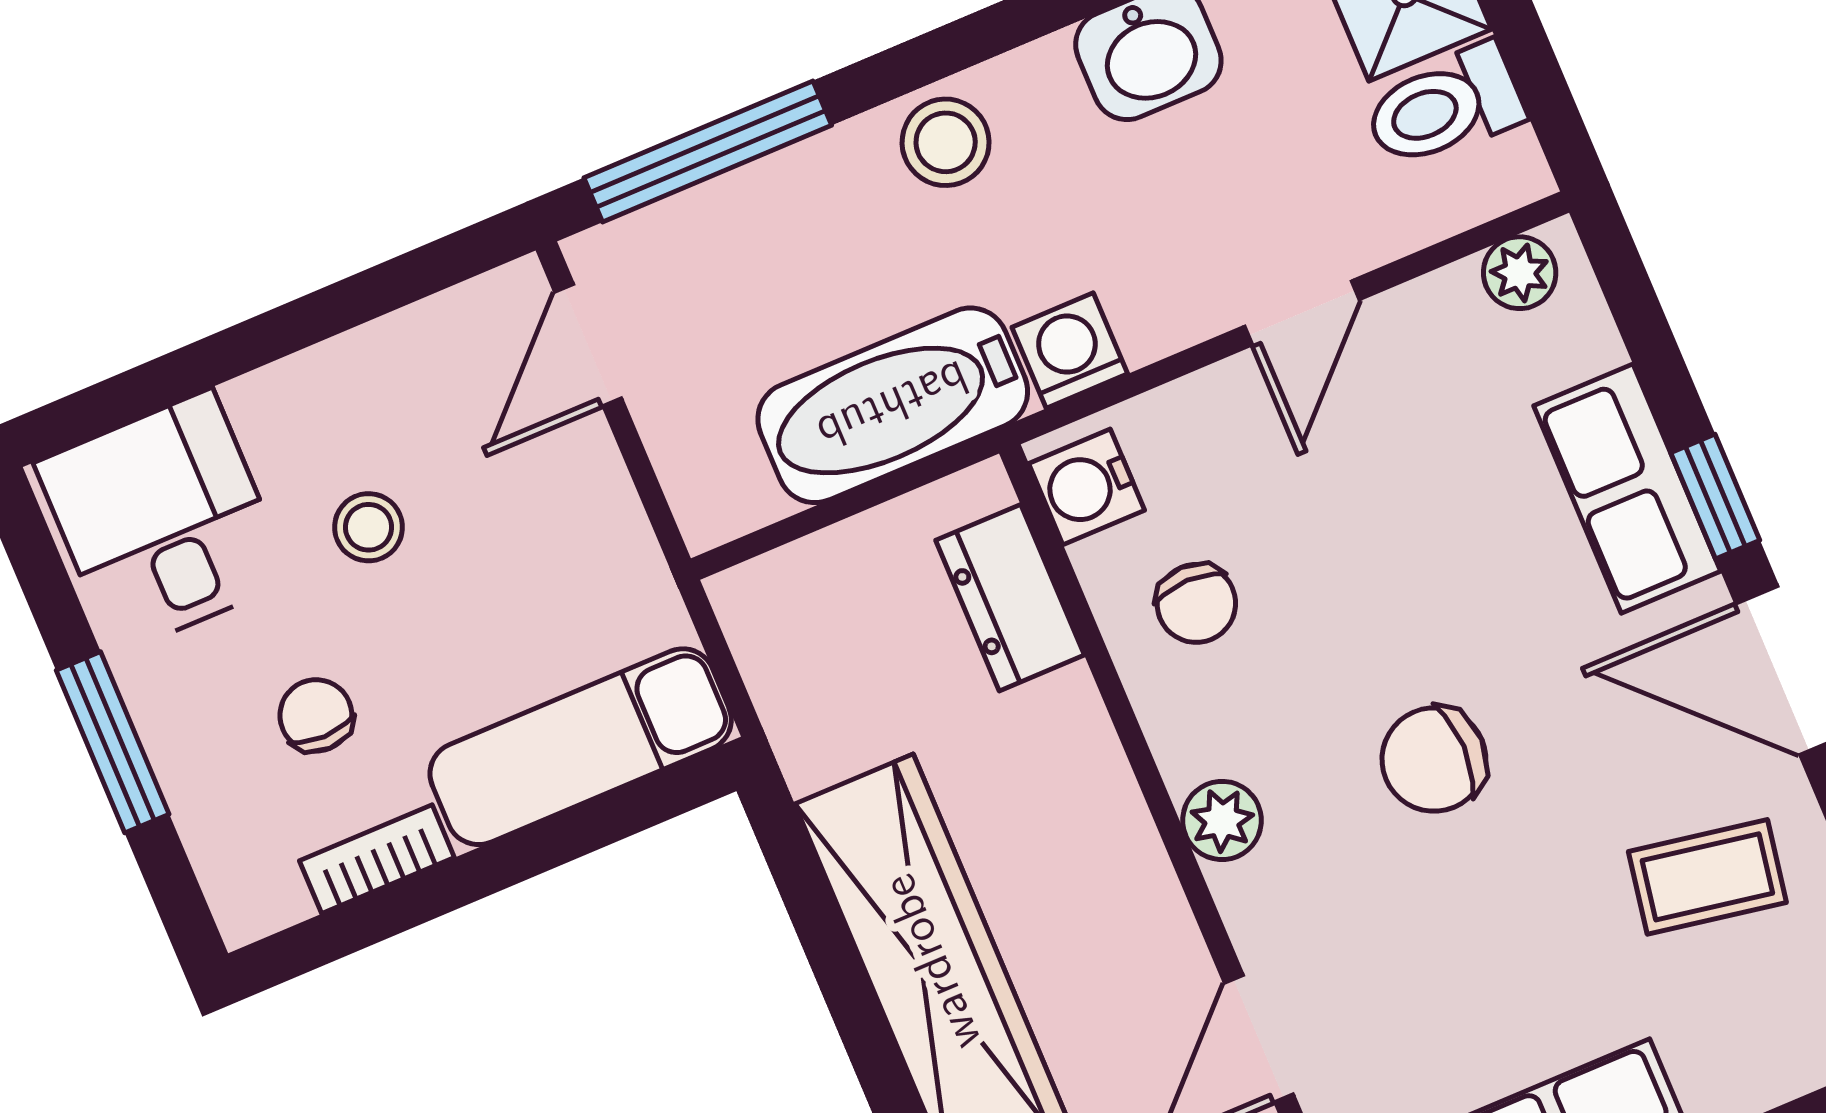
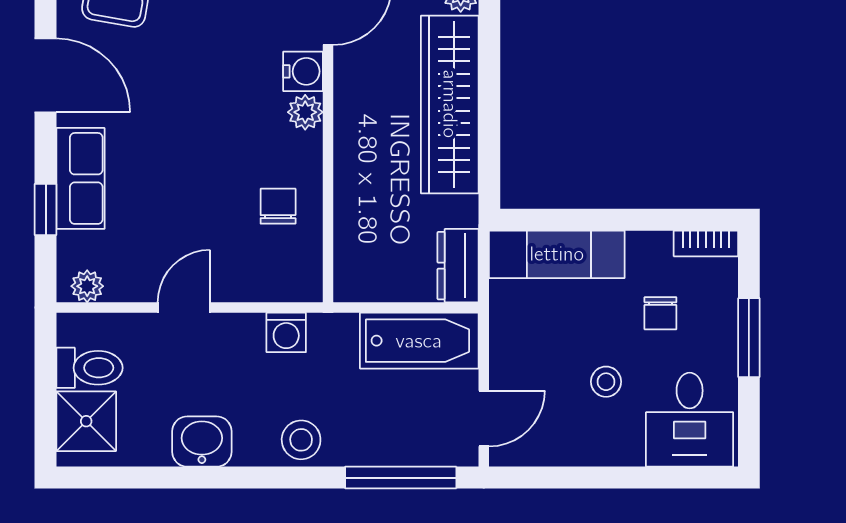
bathtub: (893, 405) -> (419, 341), moved
water cooler: (1087, 487) -> (303, 71), moved
window: (1715, 496) -> (46, 210), moved
dresser: (1010, 598) -> (458, 266), moved, turned 180
chair: (1434, 760) -> (207, 100), removed
bookcase: (377, 859) -> (706, 243), moved

